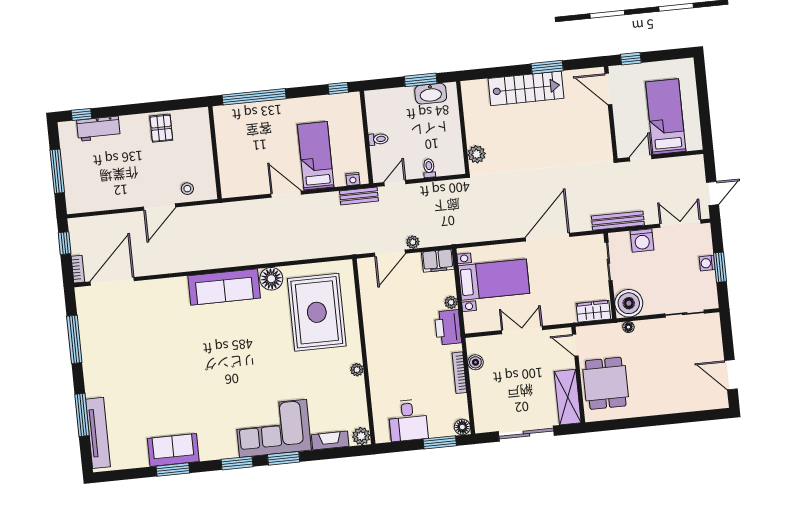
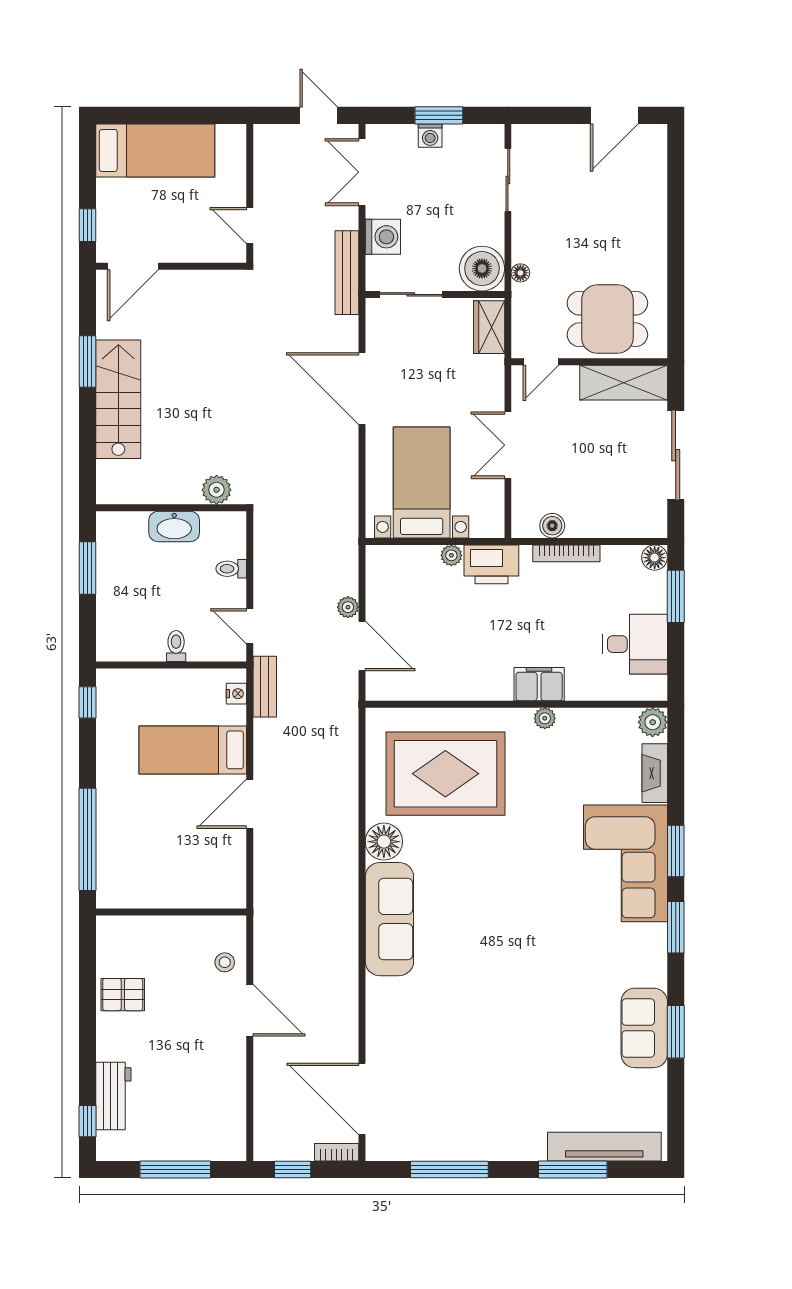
washbasin: (431, 94) -> (174, 526), moved, turned 90
bed: (666, 117) -> (155, 150), moved, turned 180
filing cabinet: (438, 261) -> (539, 684), moved, turned -90

